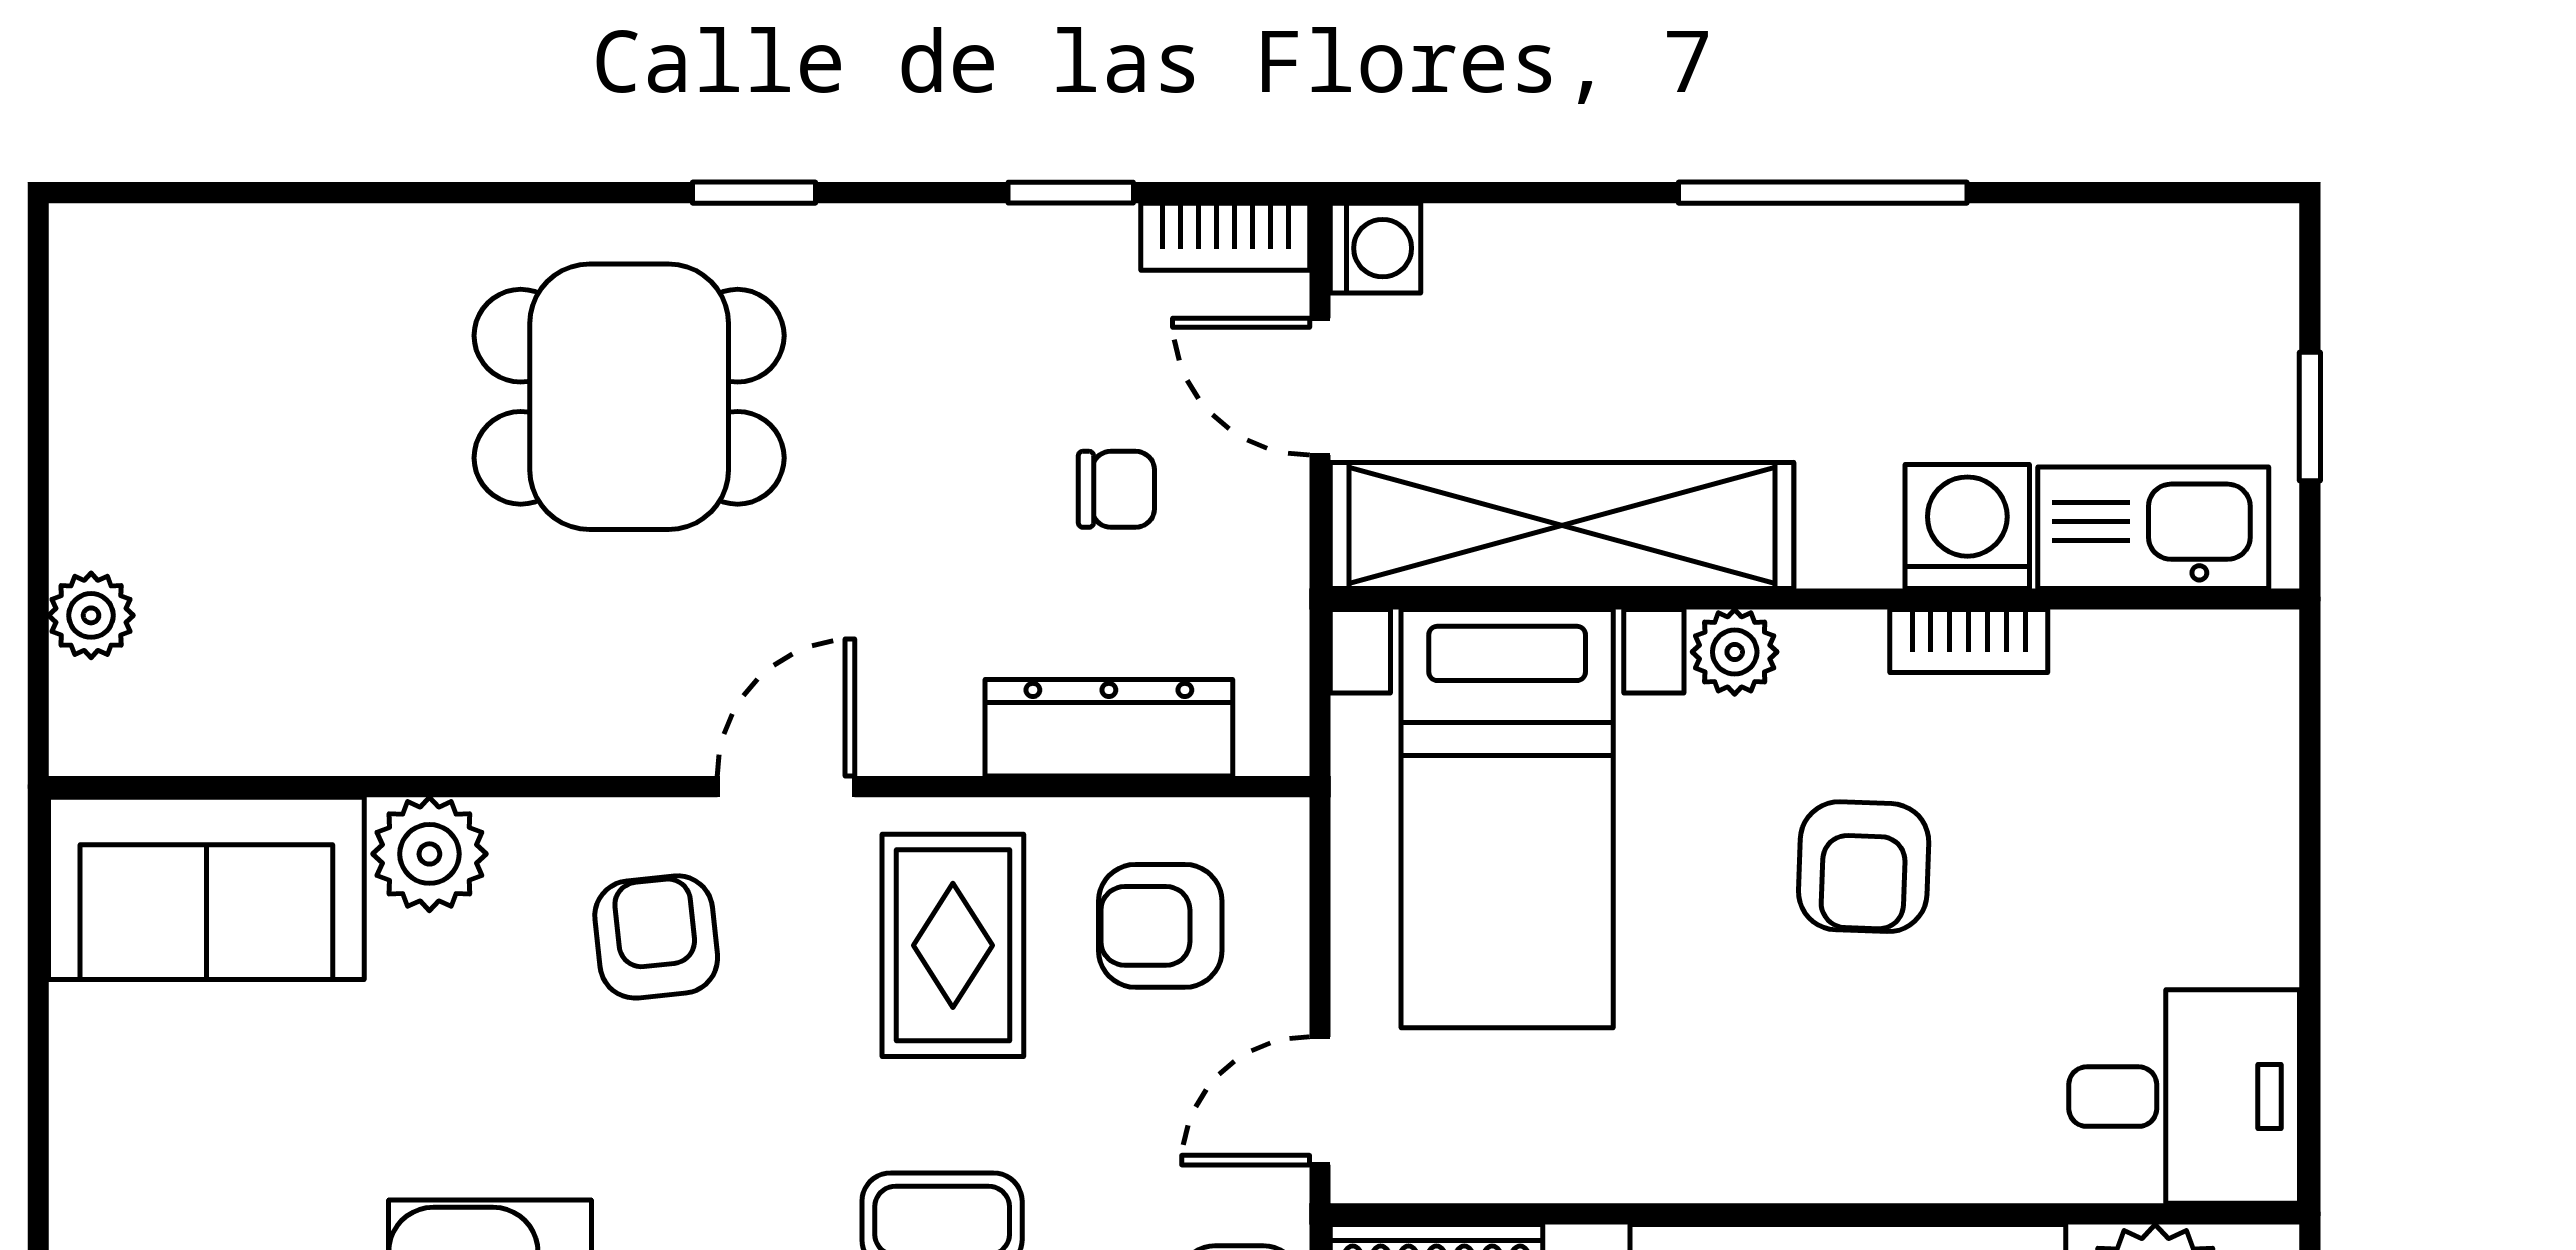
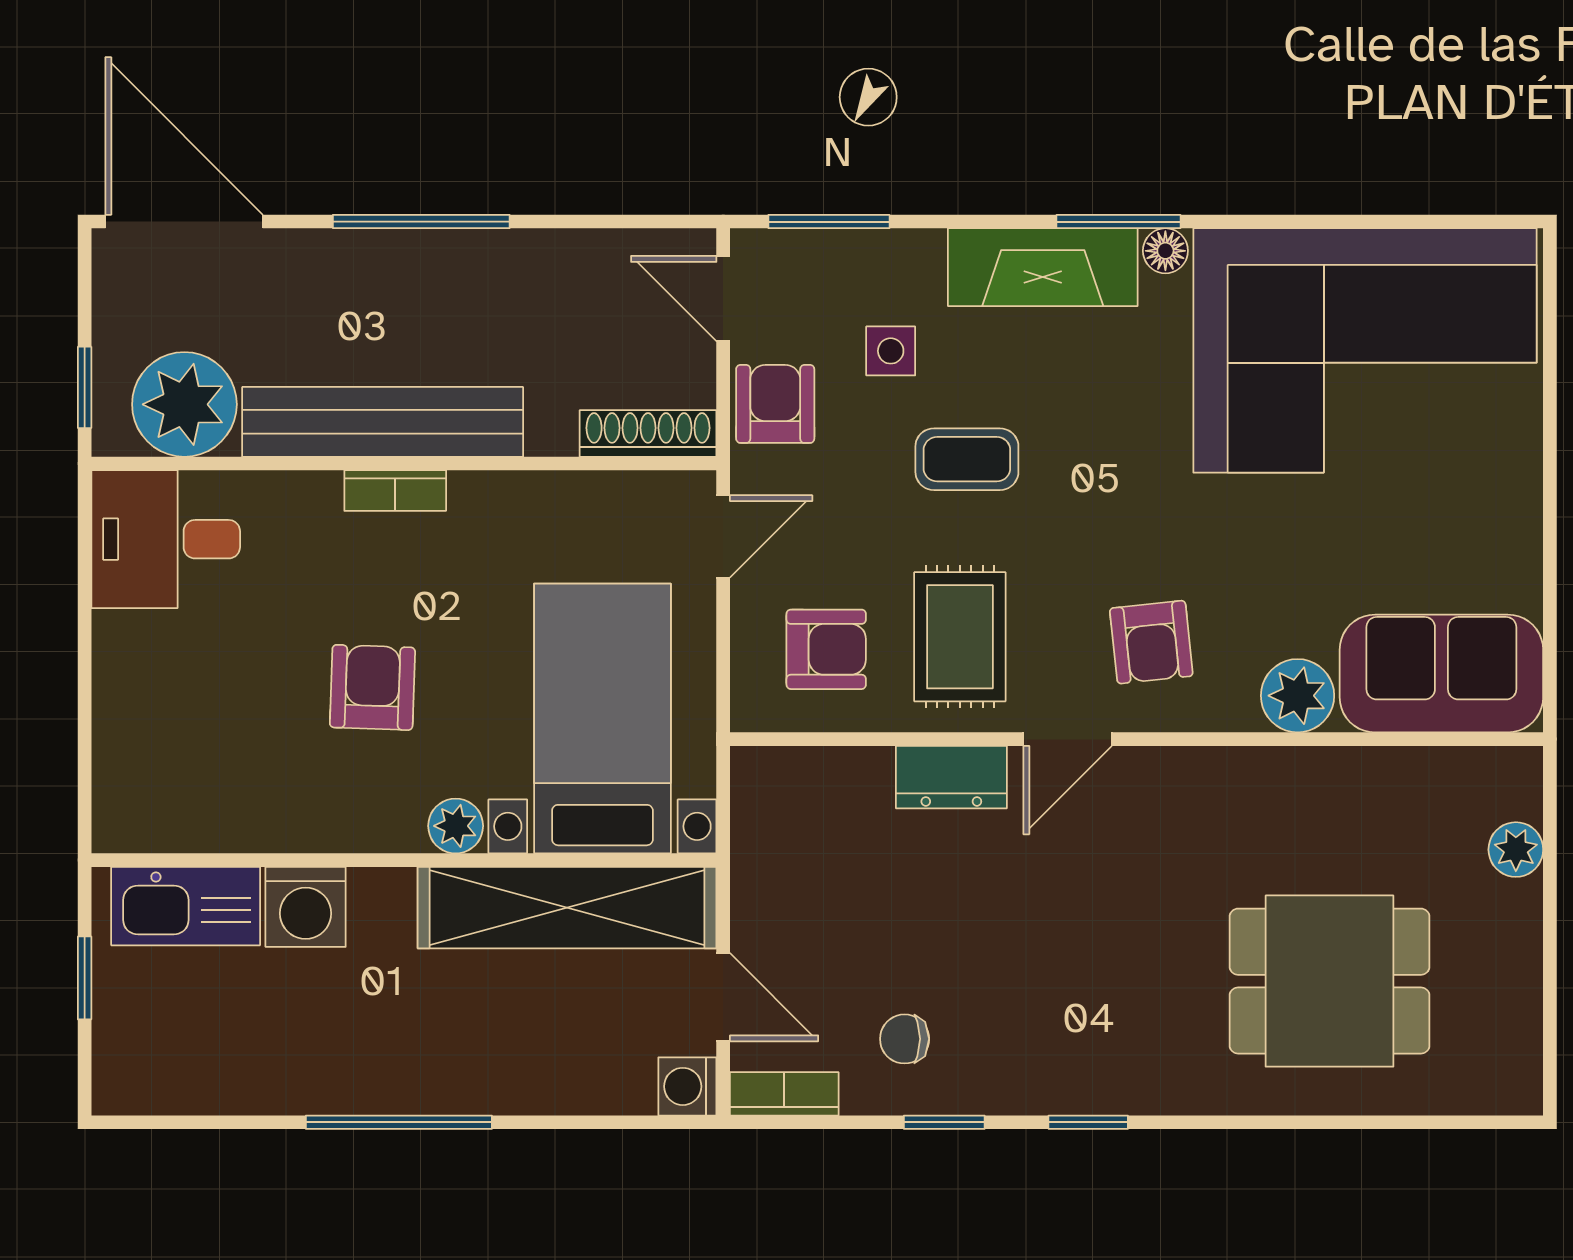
window: (1071, 193) -> (944, 1122), moved
dining table: (629, 397) -> (1330, 981), moved
chair: (1116, 489) -> (905, 1039), moved
bookcase: (1969, 641) -> (395, 491), moved, turned 180
dresser: (1109, 728) -> (951, 777), moved, width x0.70

